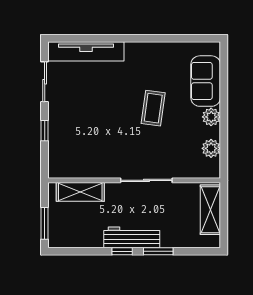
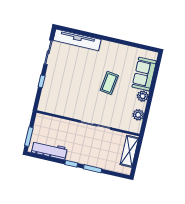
shelving: (80, 192) -> (54, 123), removed
workbench: (132, 237) -> (49, 150), moved

